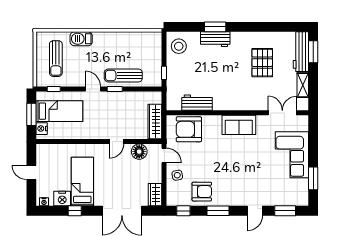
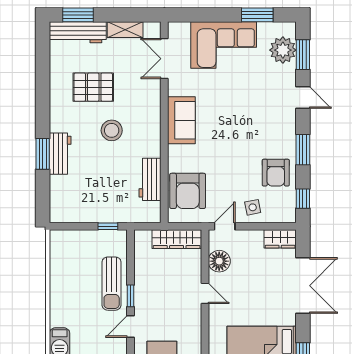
stool: (179, 46) -> (112, 130), moved
armchair: (202, 192) -> (276, 173), turned 180
plant: (288, 197) -> (283, 50), added

